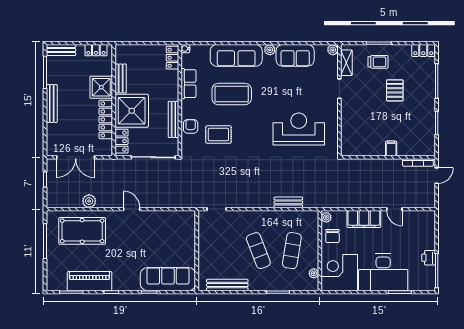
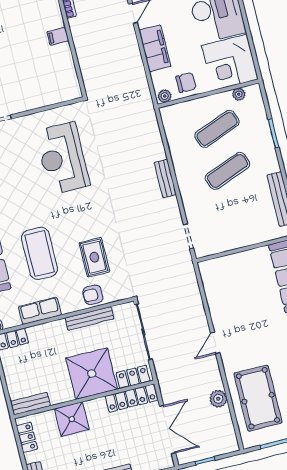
bench: (121, 78) -> (30, 404), moved
locker: (106, 119) -> (131, 398), moved
bench: (288, 202) -> (165, 178), moved
exercise mat: (292, 251) -> (217, 129), turned -30

